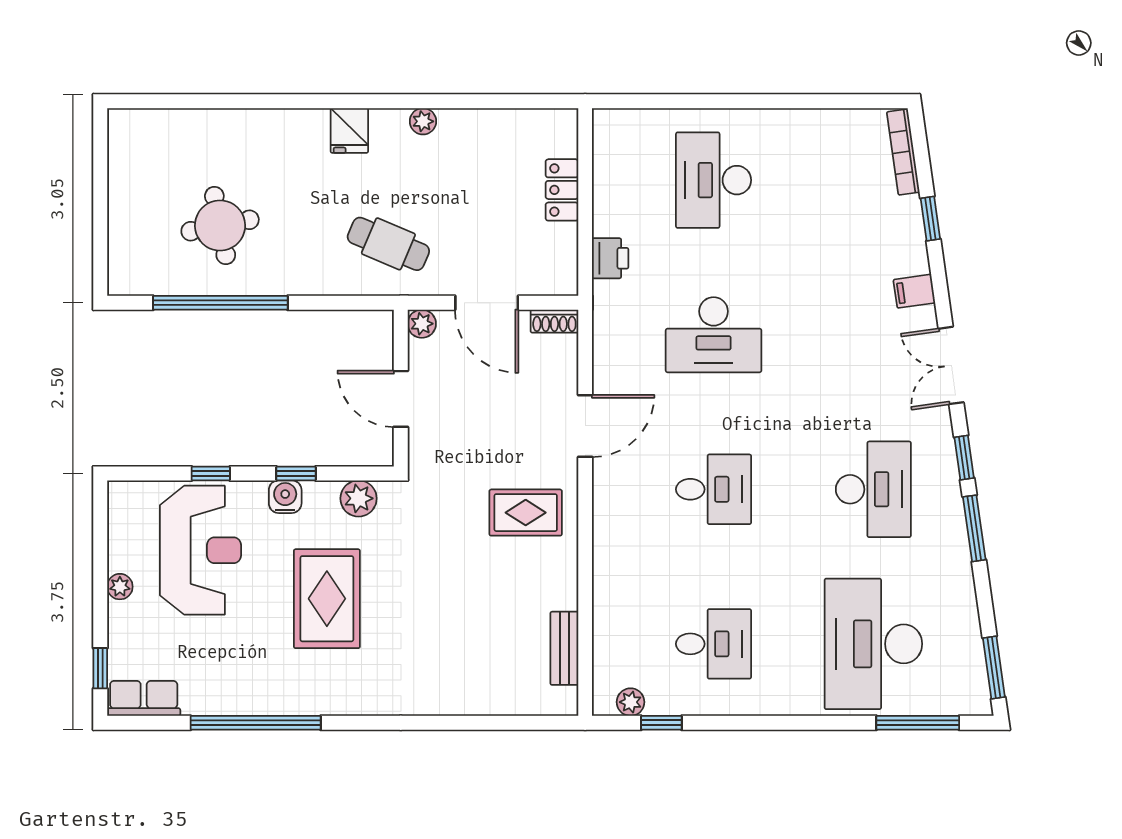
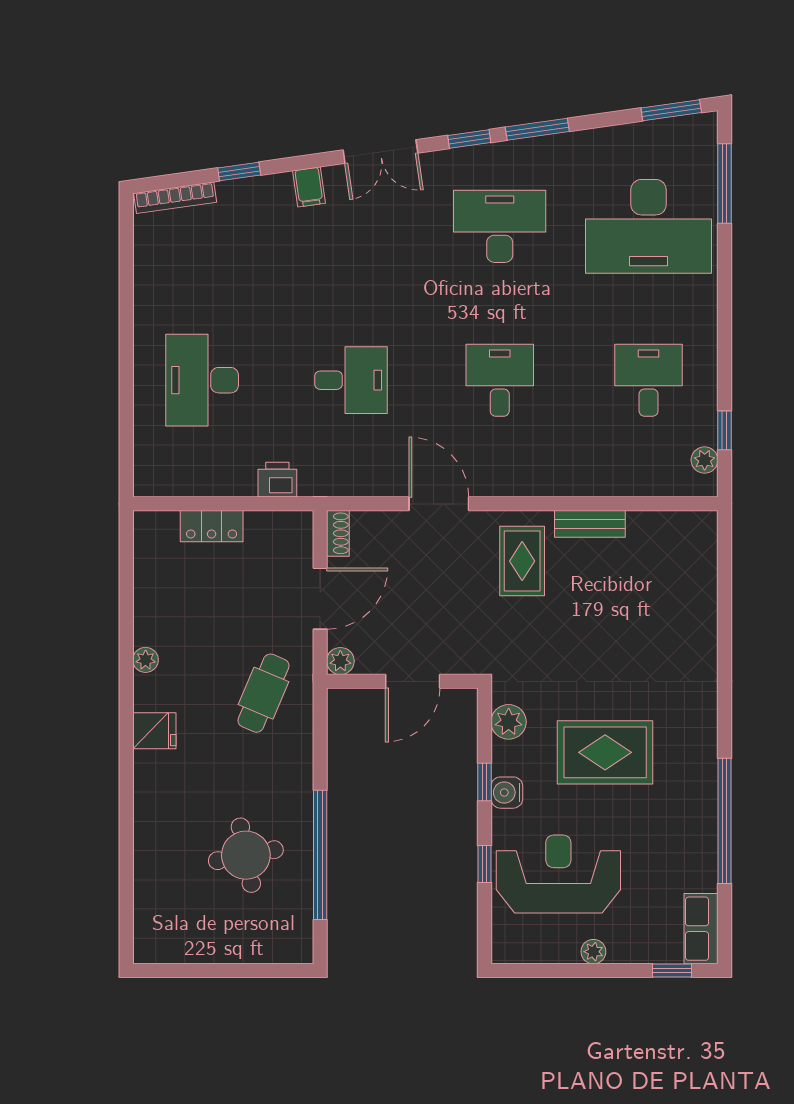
desk: (714, 180) -> (202, 380), turned 90
desk: (714, 335) -> (351, 380), width x0.73
bench: (564, 648) -> (590, 524), moved

